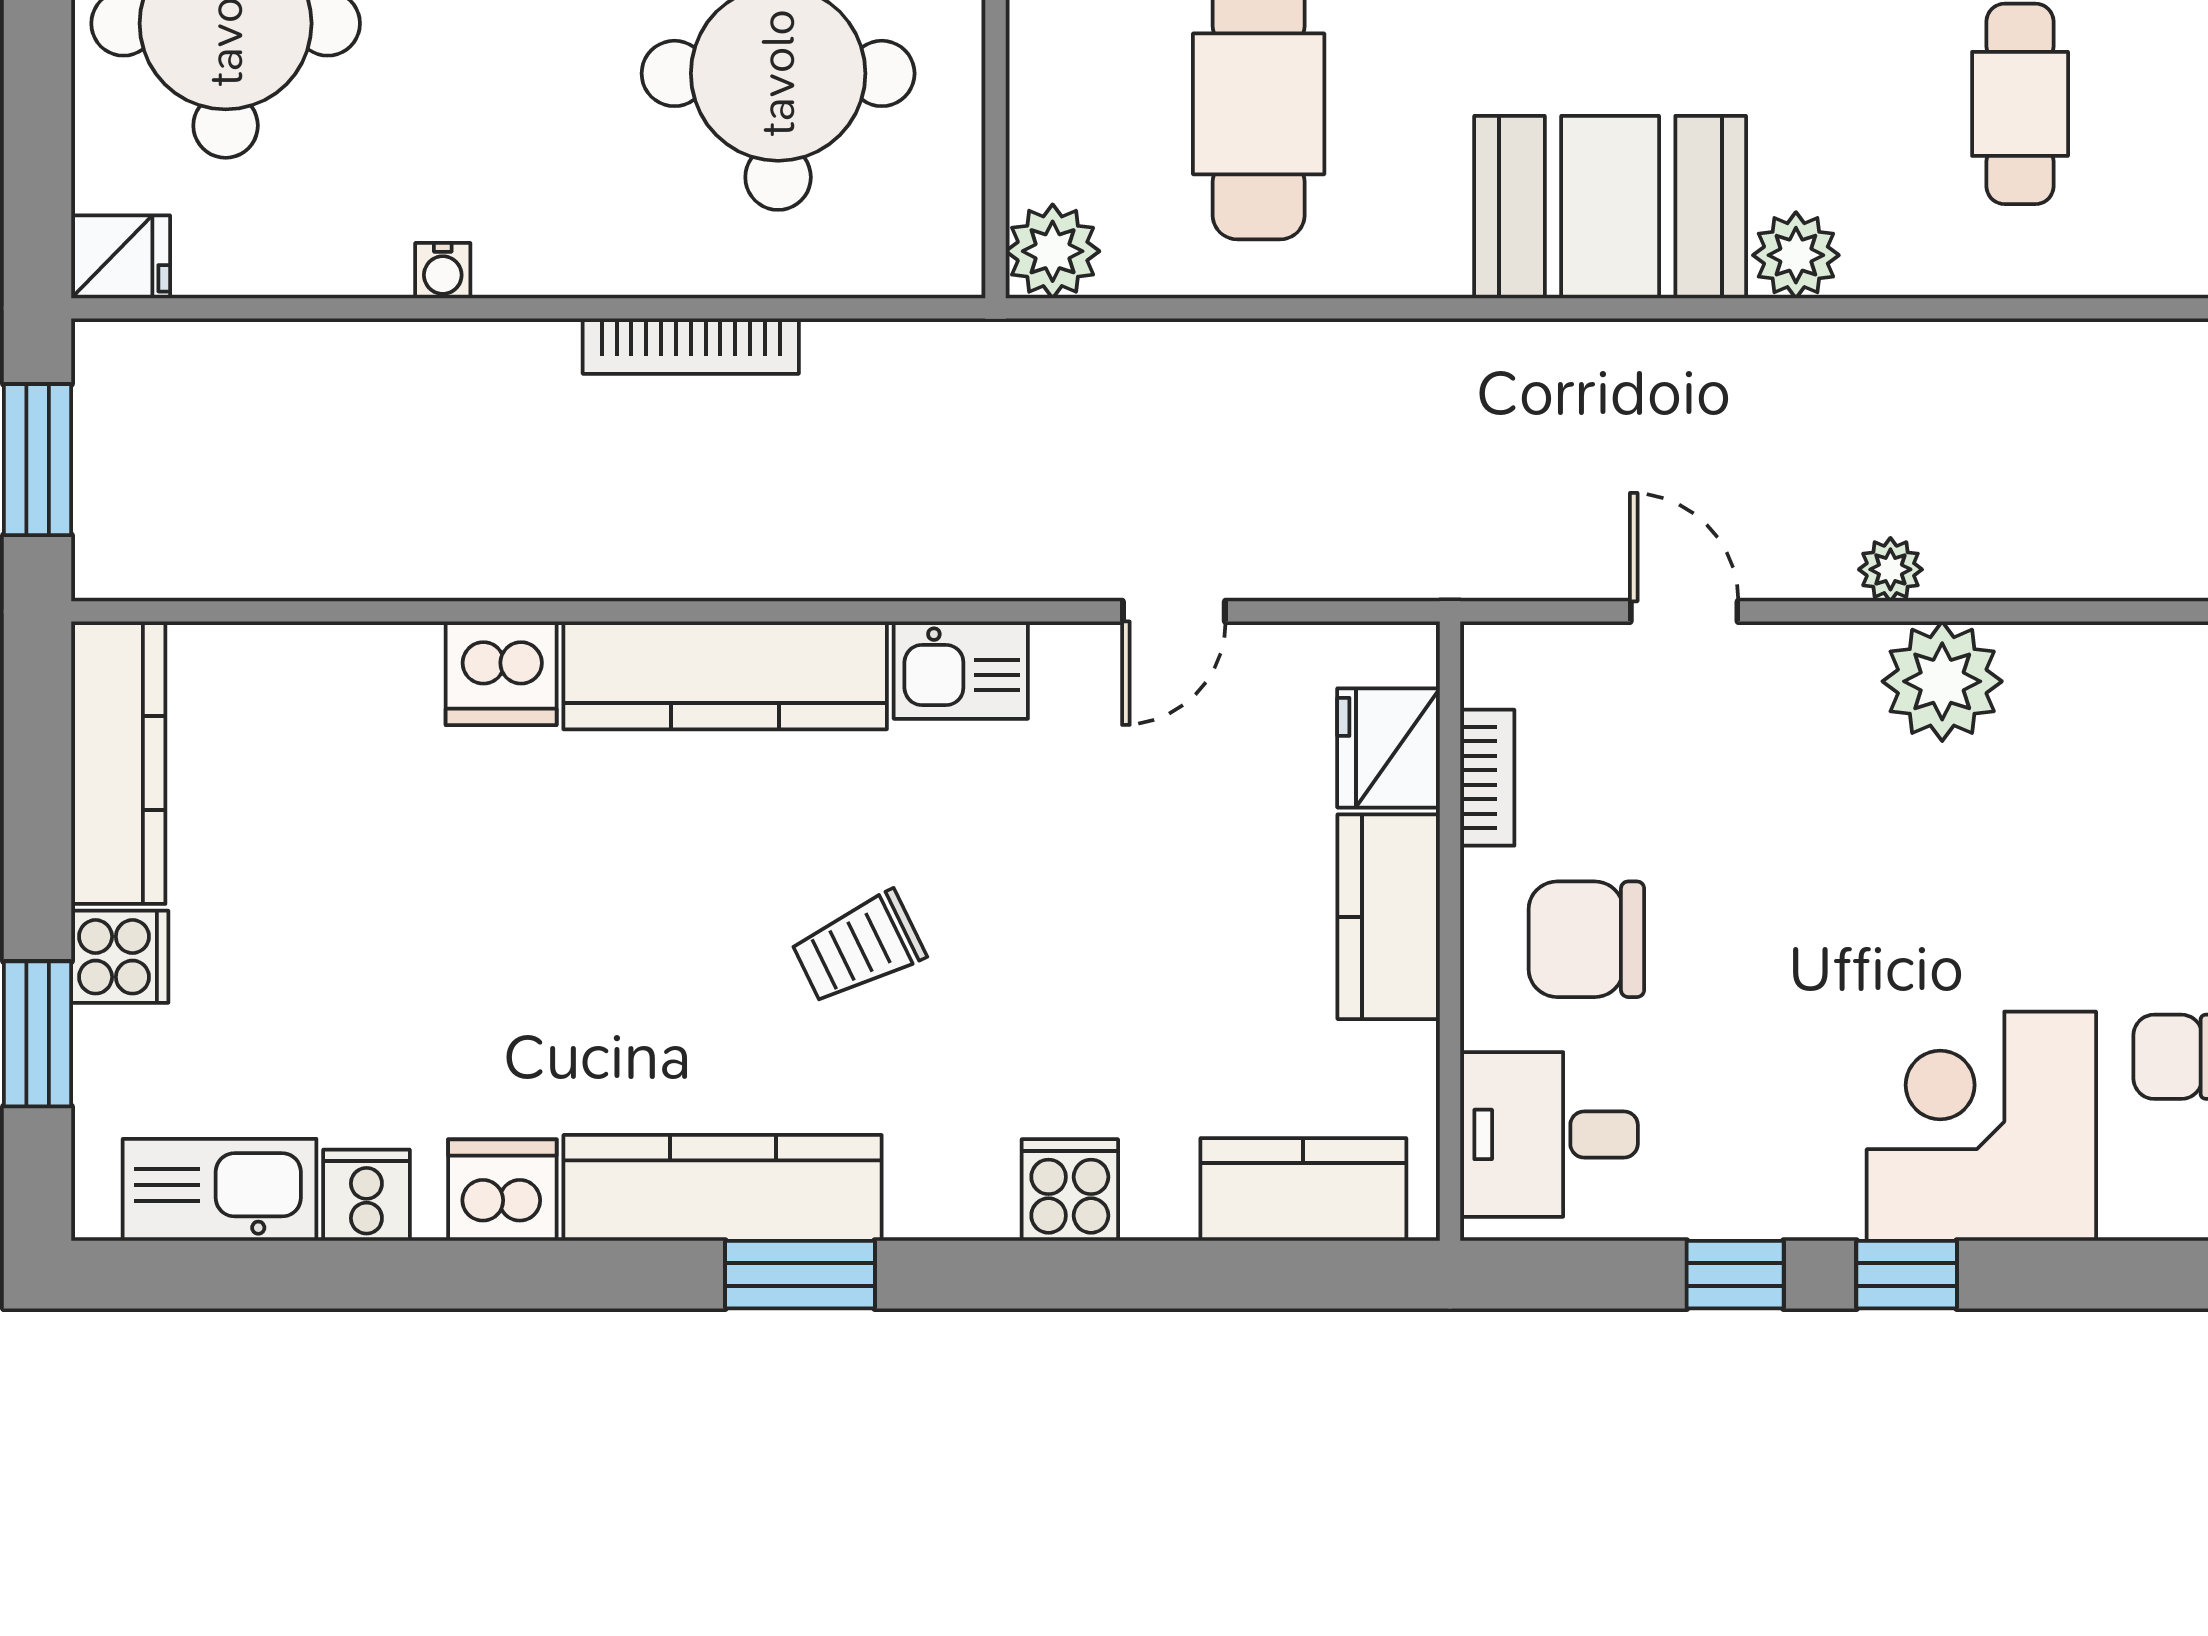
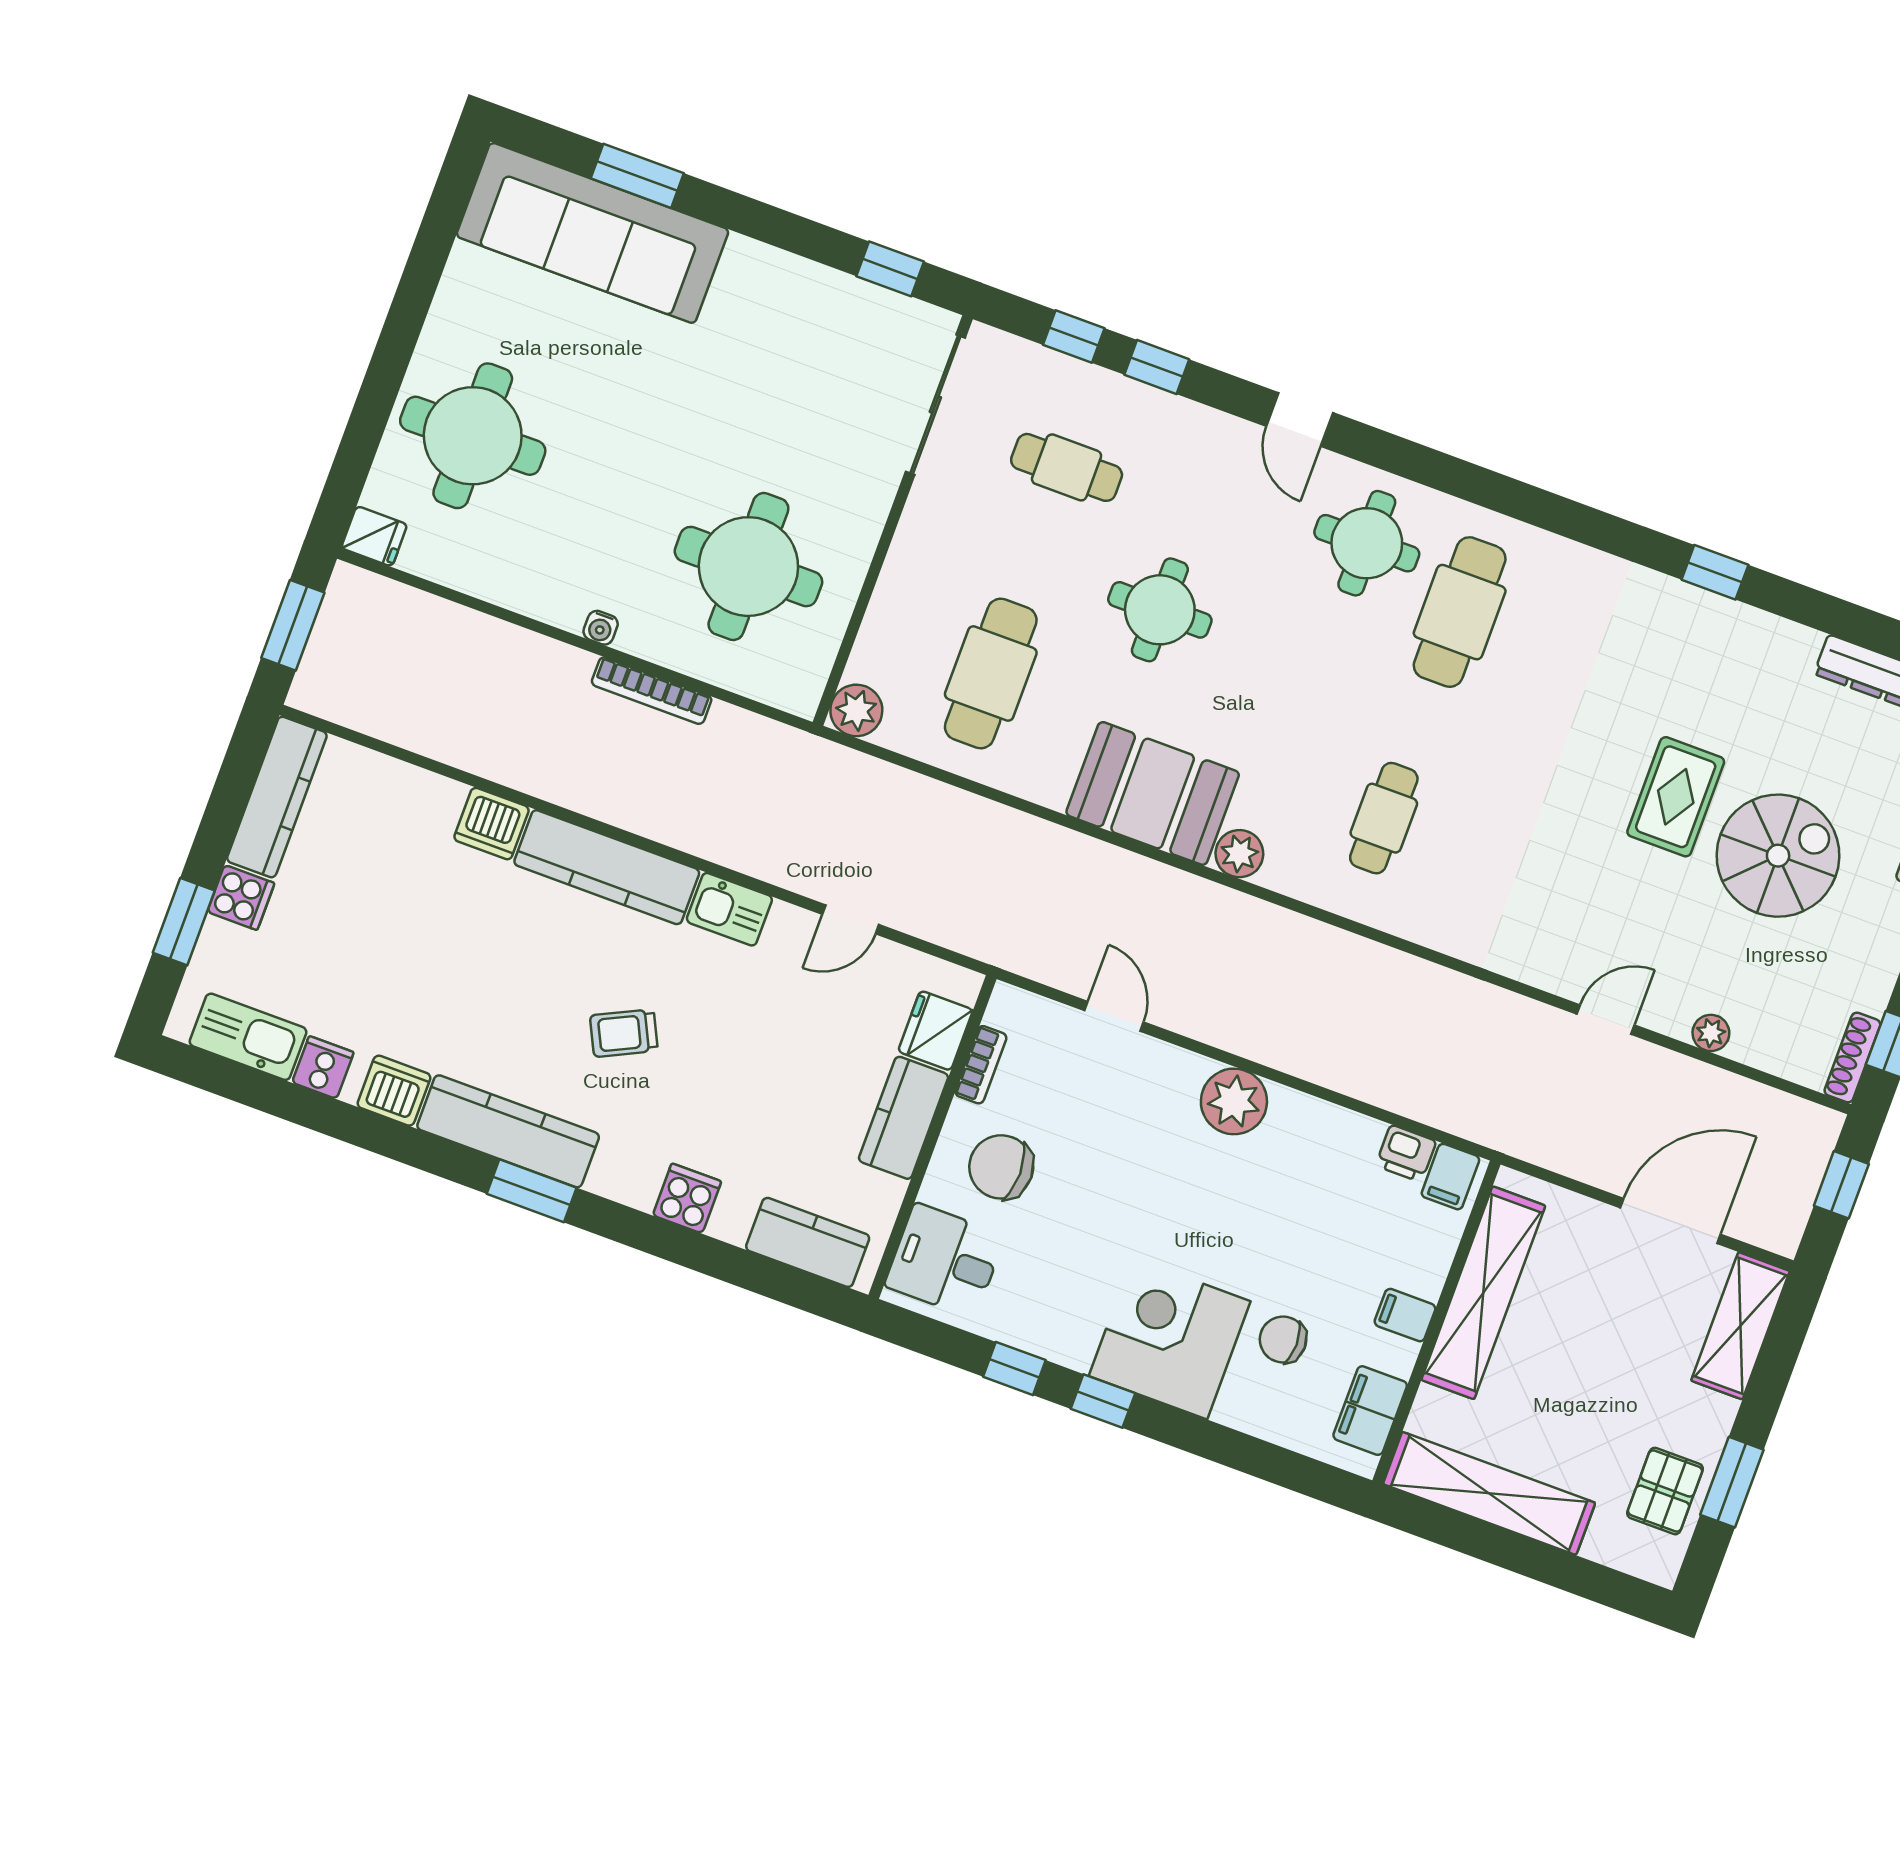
water cooler: (443, 271) -> (601, 628), moved
plant: (1890, 569) -> (1228, 1034), removed

